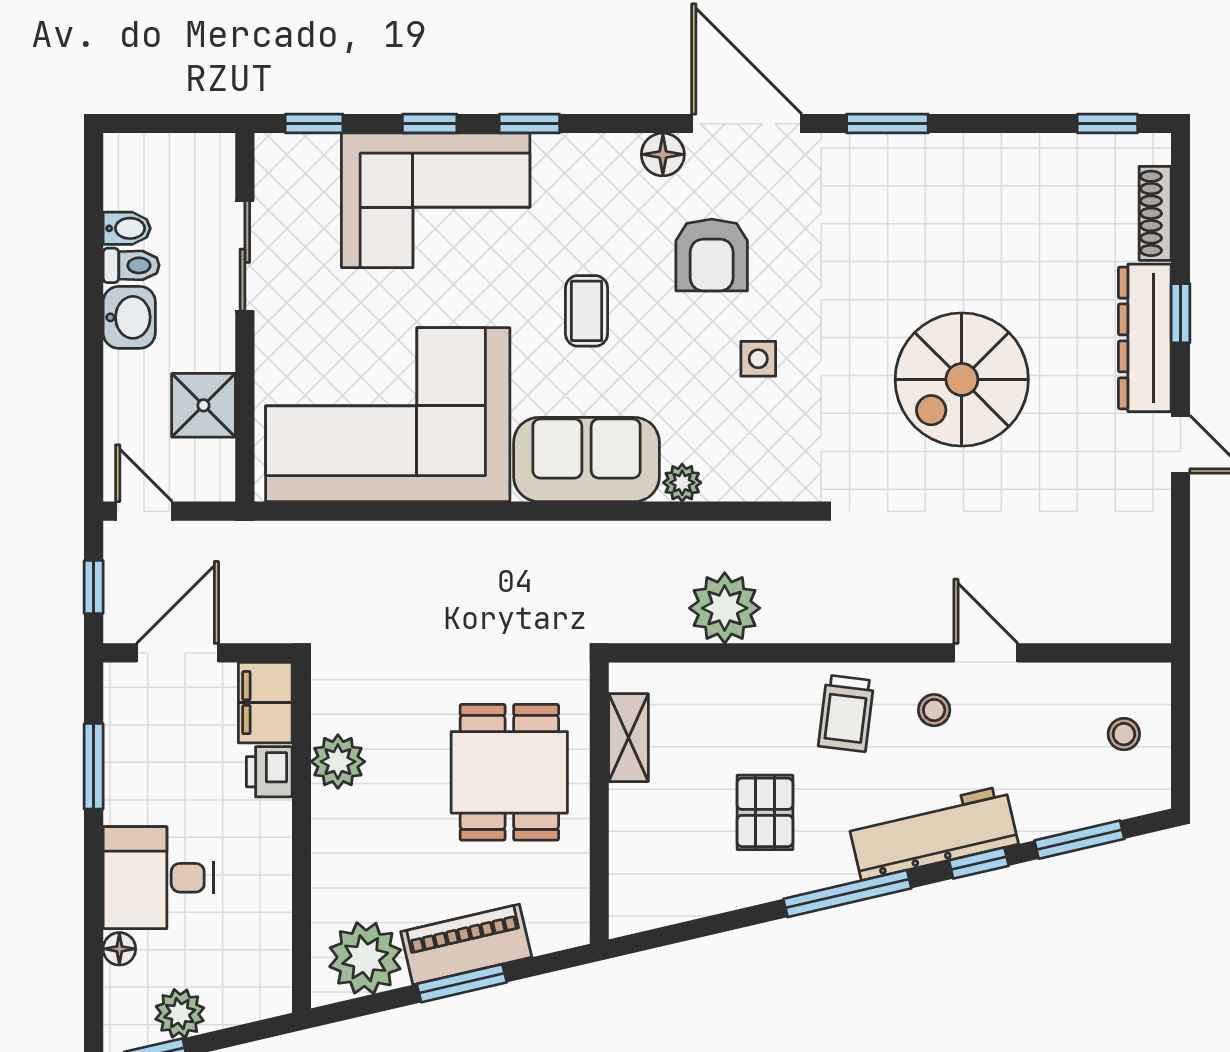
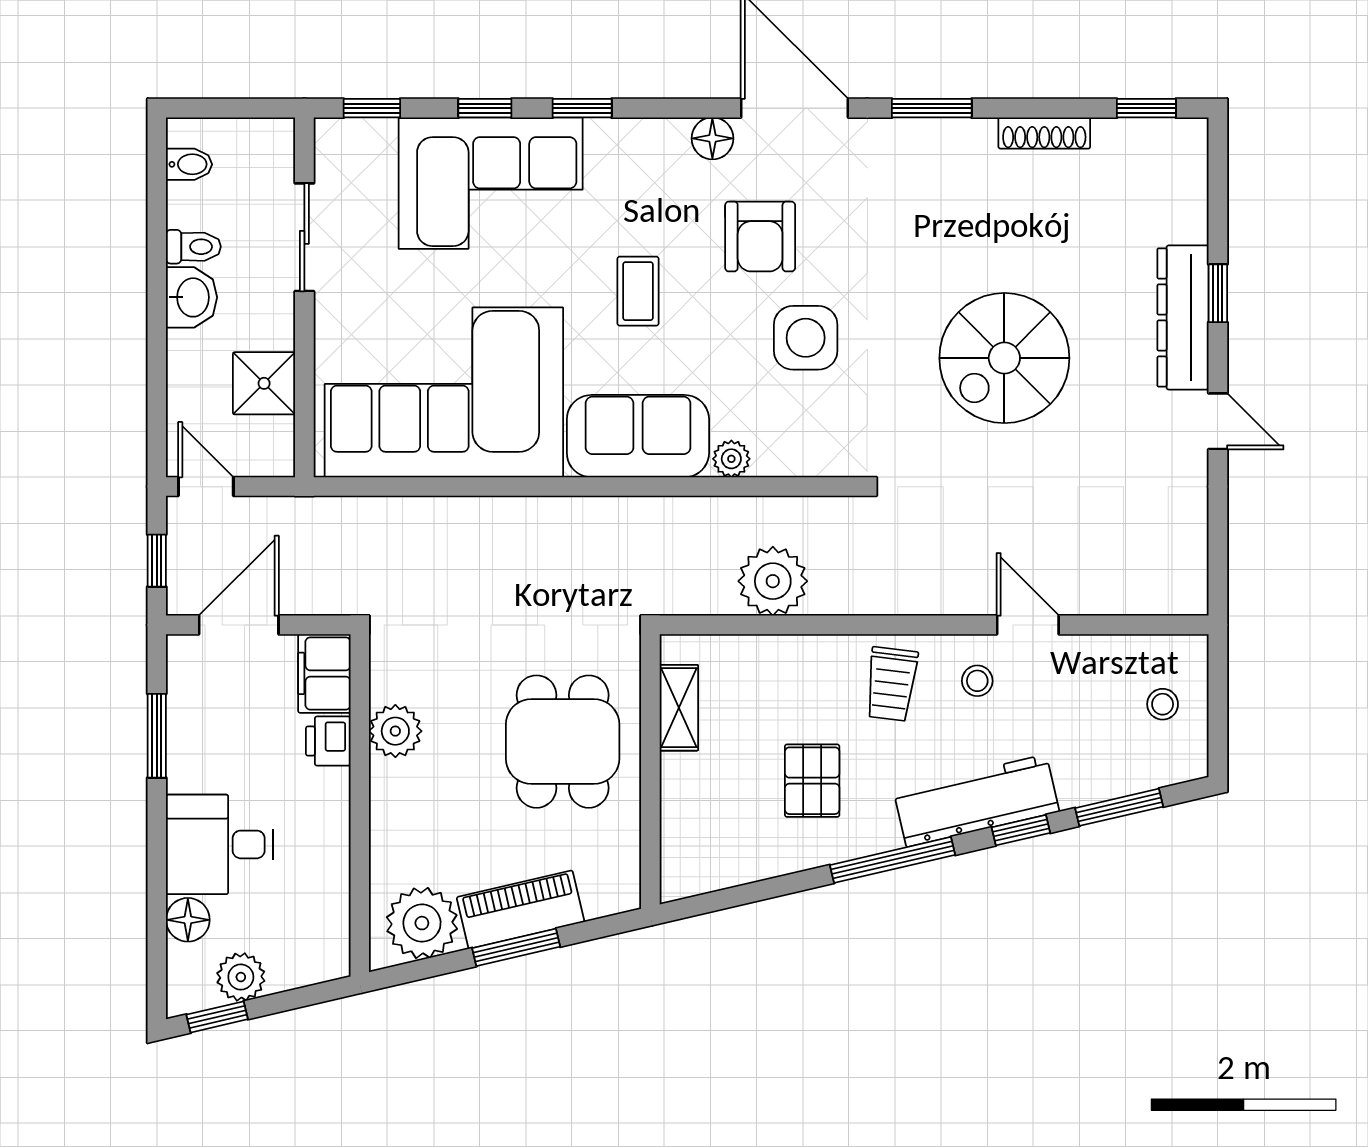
shoe rack: (1155, 213) -> (1044, 133), moved, turned -90
bidet: (127, 228) -> (189, 164), moved
side table: (758, 359) -> (806, 338), width x1.87, depth x1.87
floor lamp: (119, 949) -> (188, 920), width x1.37, depth x1.37

